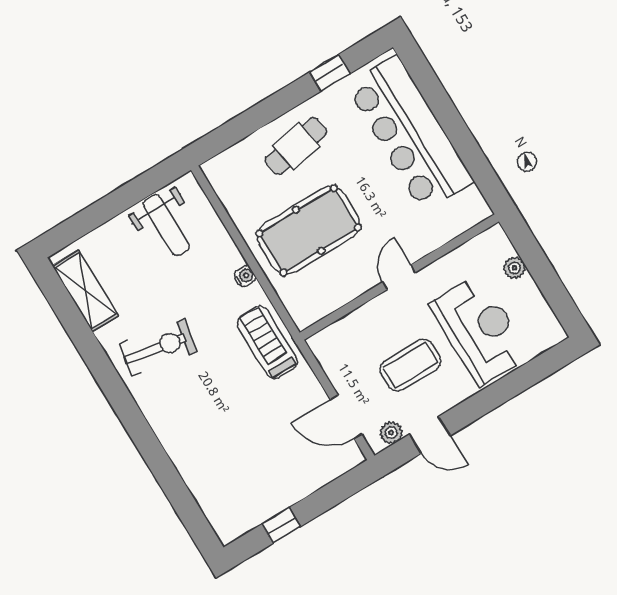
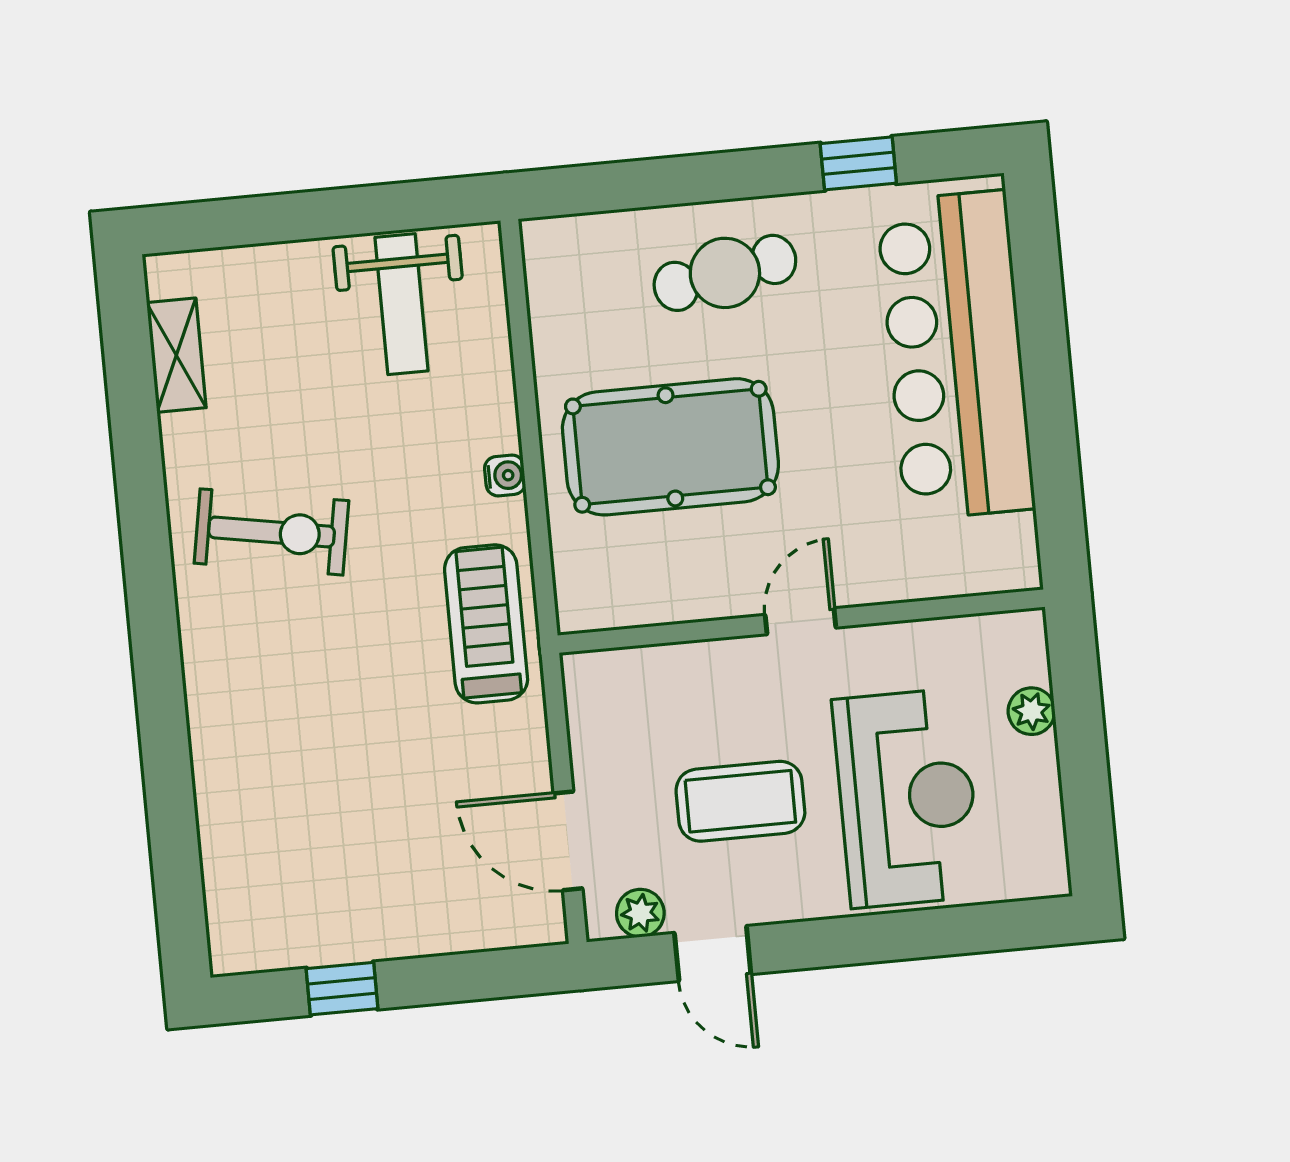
shelving: (85, 291) -> (176, 355), width x0.67, depth x0.75

